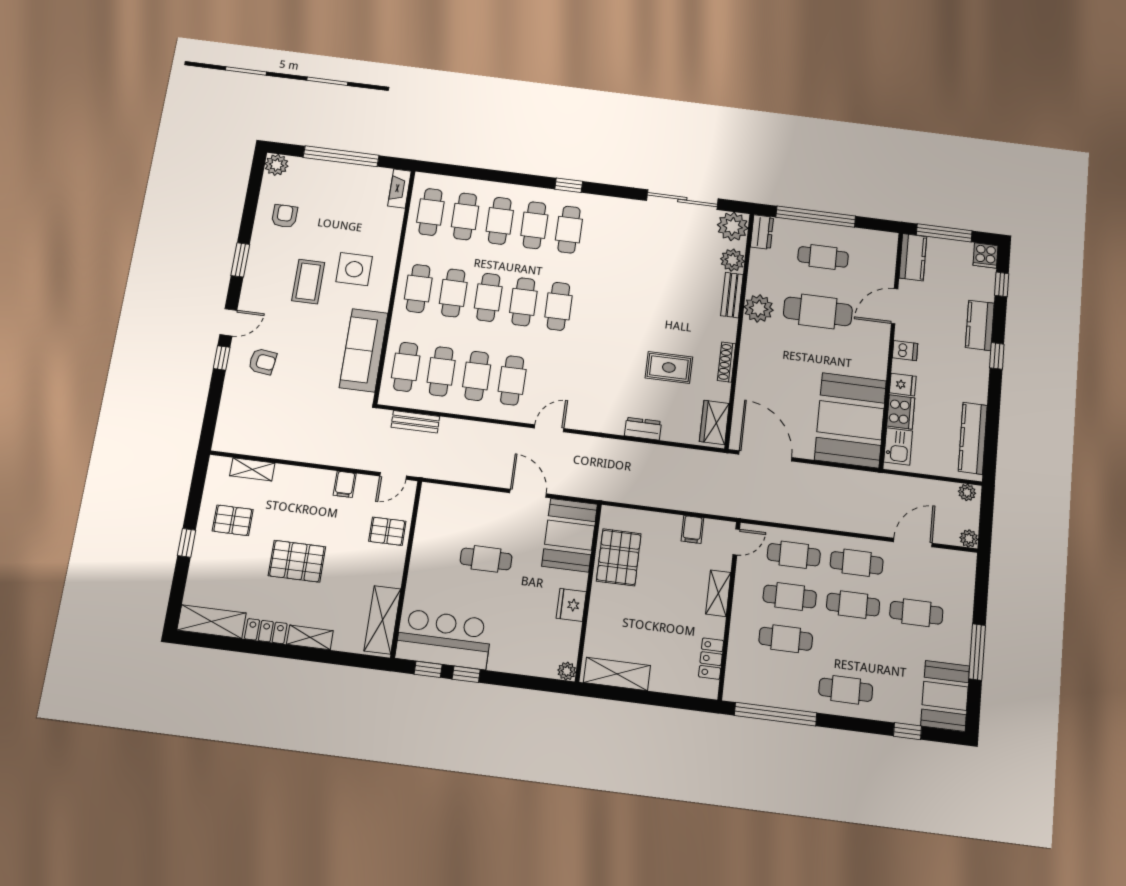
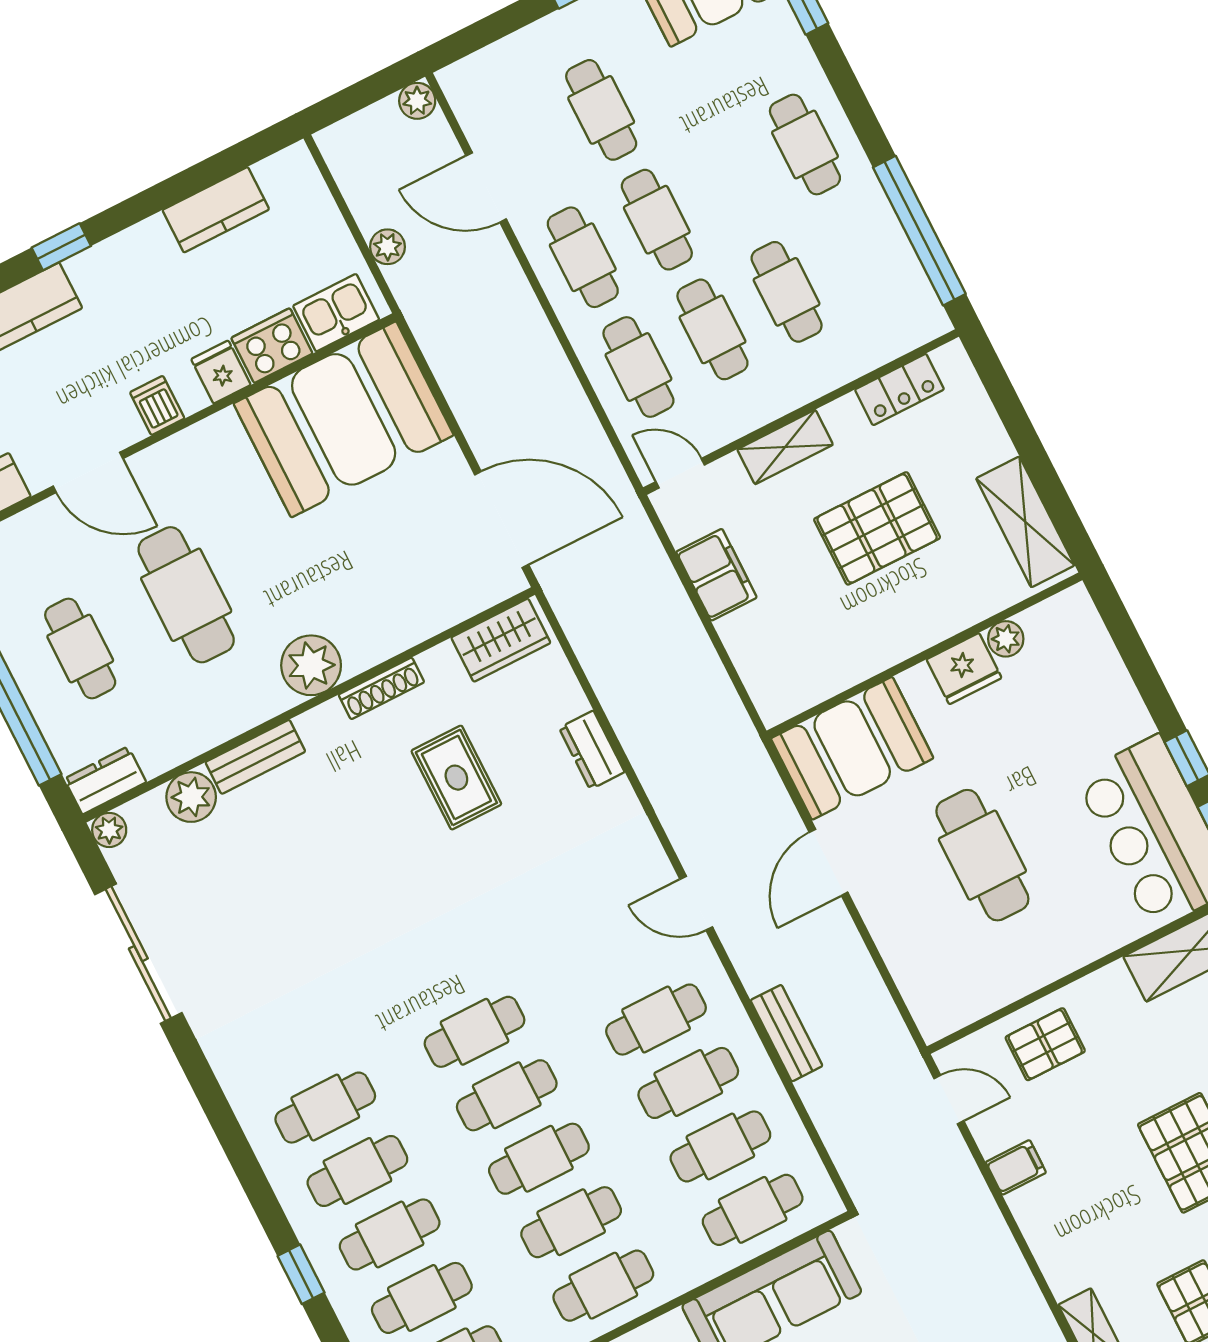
window: (569, 185) -> (301, 1274), moved
plant: (733, 226) -> (109, 830), width x0.53, depth x0.53
plant: (759, 308) -> (311, 665), moved
bench: (415, 422) -> (787, 1033), moved
kitchen counter: (973, 438) -> (216, 210), width x0.67
door: (765, 456) -> (502, 520), swing flipped
plant: (967, 492) -> (387, 247), moved
filing cabinet: (692, 529) -> (716, 575), width x2.00
pallet: (387, 531) -> (1045, 1044), turned 90
pallet: (619, 557) -> (877, 528), moved
cafe table: (486, 559) -> (982, 855), width x1.37, depth x1.35
plant: (567, 671) -> (1006, 639), moved

